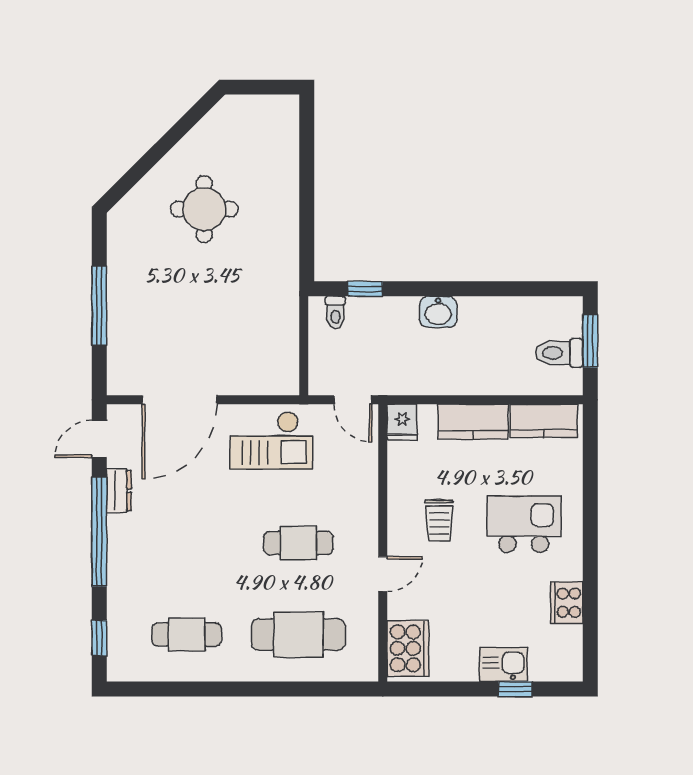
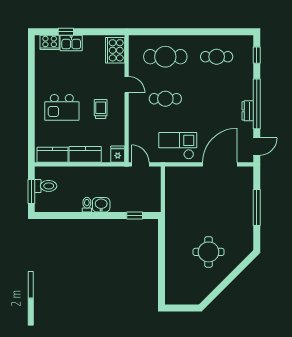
toilet: (335, 312) -> (87, 205), moved
dresser: (119, 491) -> (248, 111), moved
door: (383, 574) -> (127, 84), swing flipped
cooker: (567, 603) -> (50, 42), moved, turned 90

